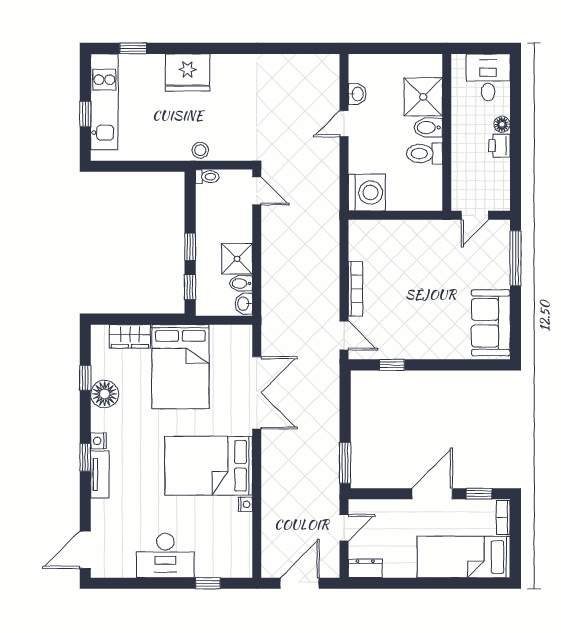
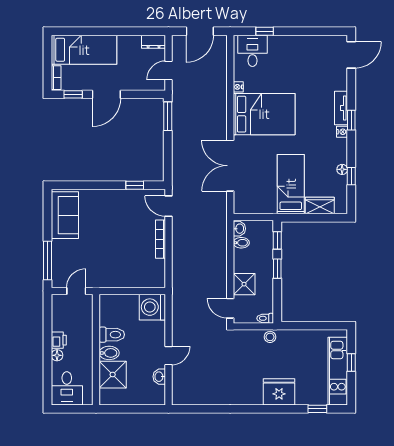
shower: (237, 259) -> (244, 284), moved
bed: (180, 367) -> (291, 184), width x0.67
floor lamp: (105, 394) -> (342, 169), width x0.53, depth x0.53
desk: (165, 555) -> (252, 51), moved, width x0.73

